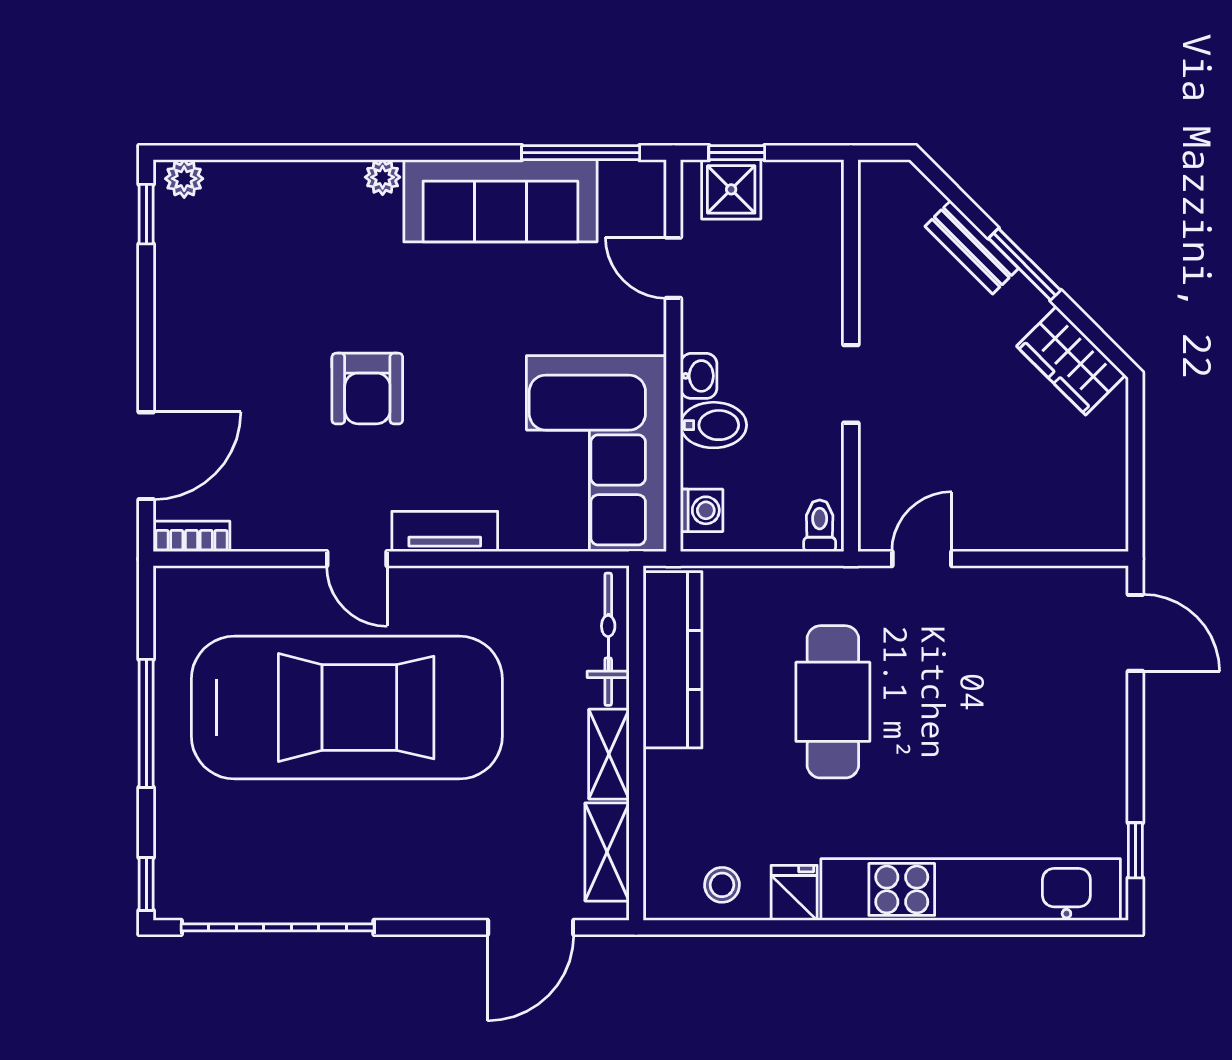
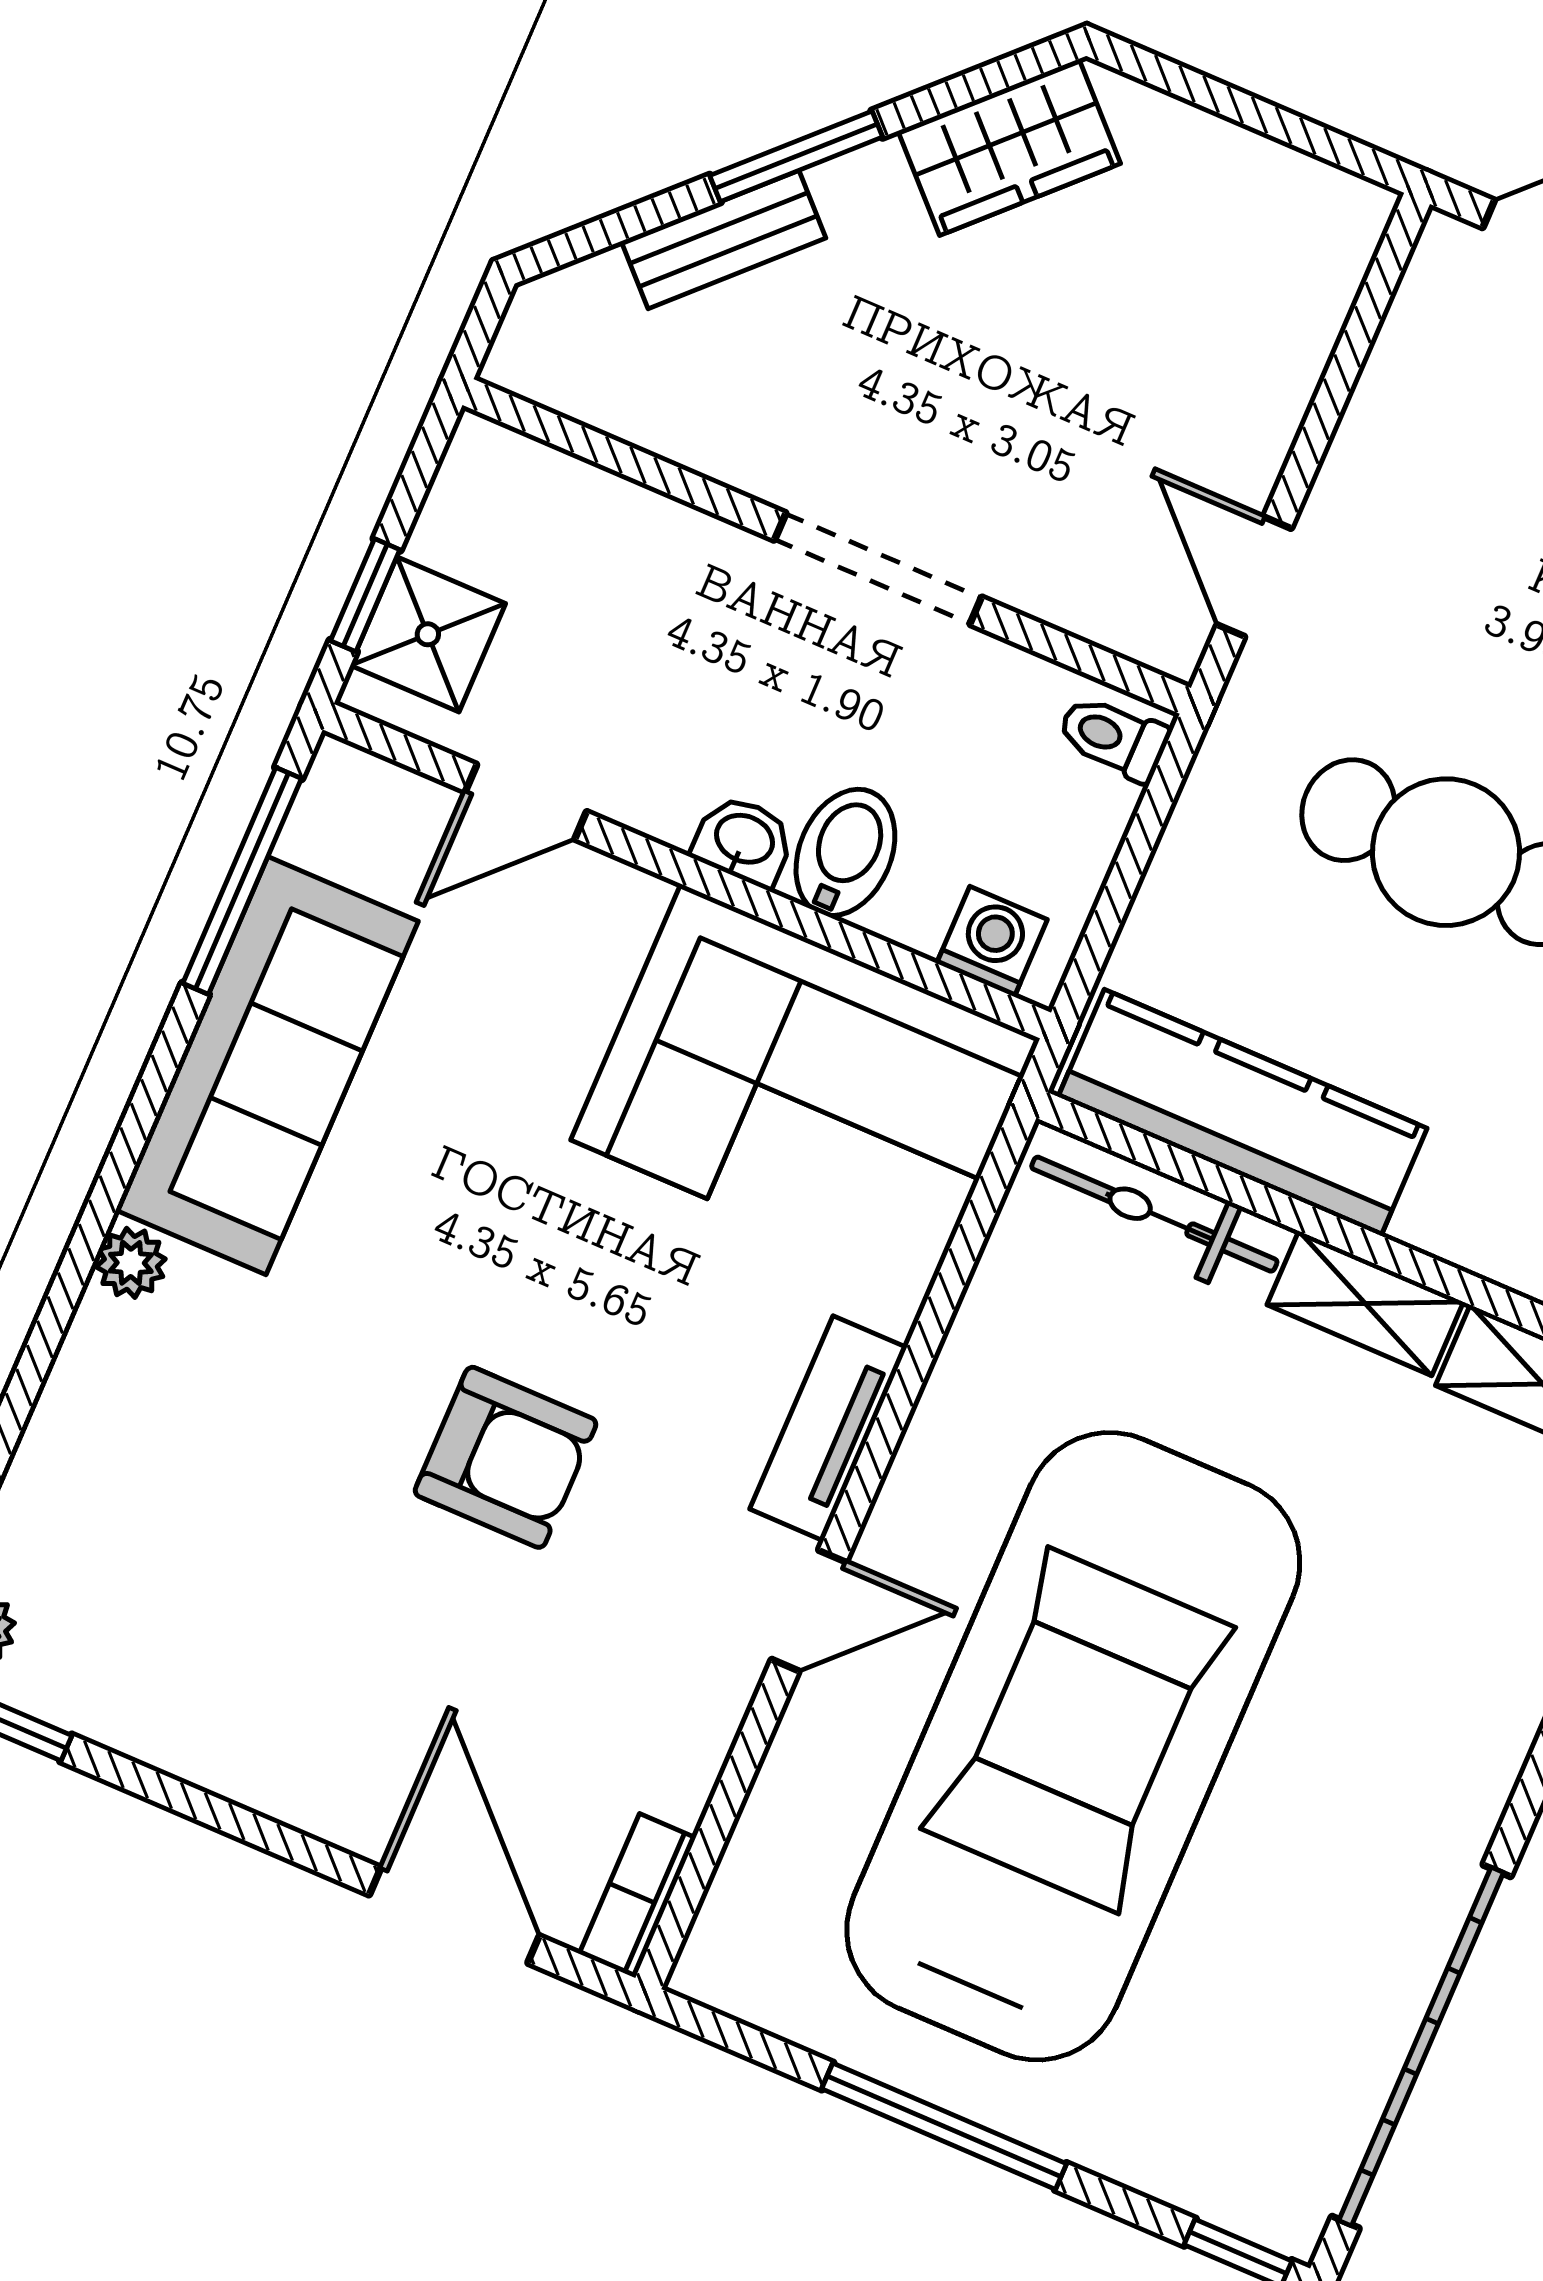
doorway: (851, 384) -> (878, 569), width x1.38

